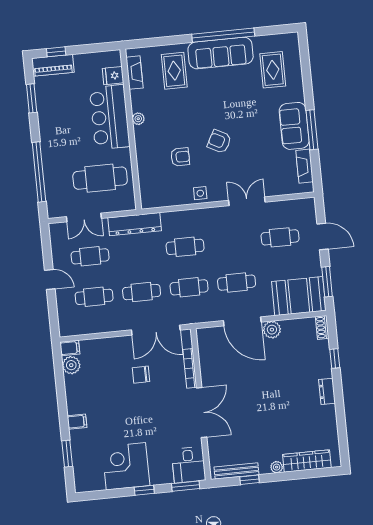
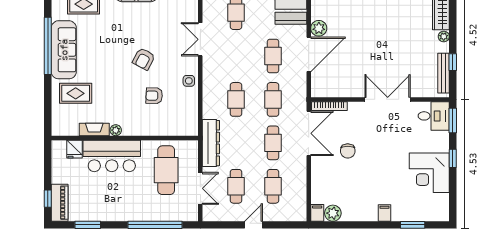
fireplace: (134, 73) -> (94, 129), moved
armchair: (180, 157) -> (154, 96), turned -88
bookcase: (190, 368) -> (329, 106), moved

